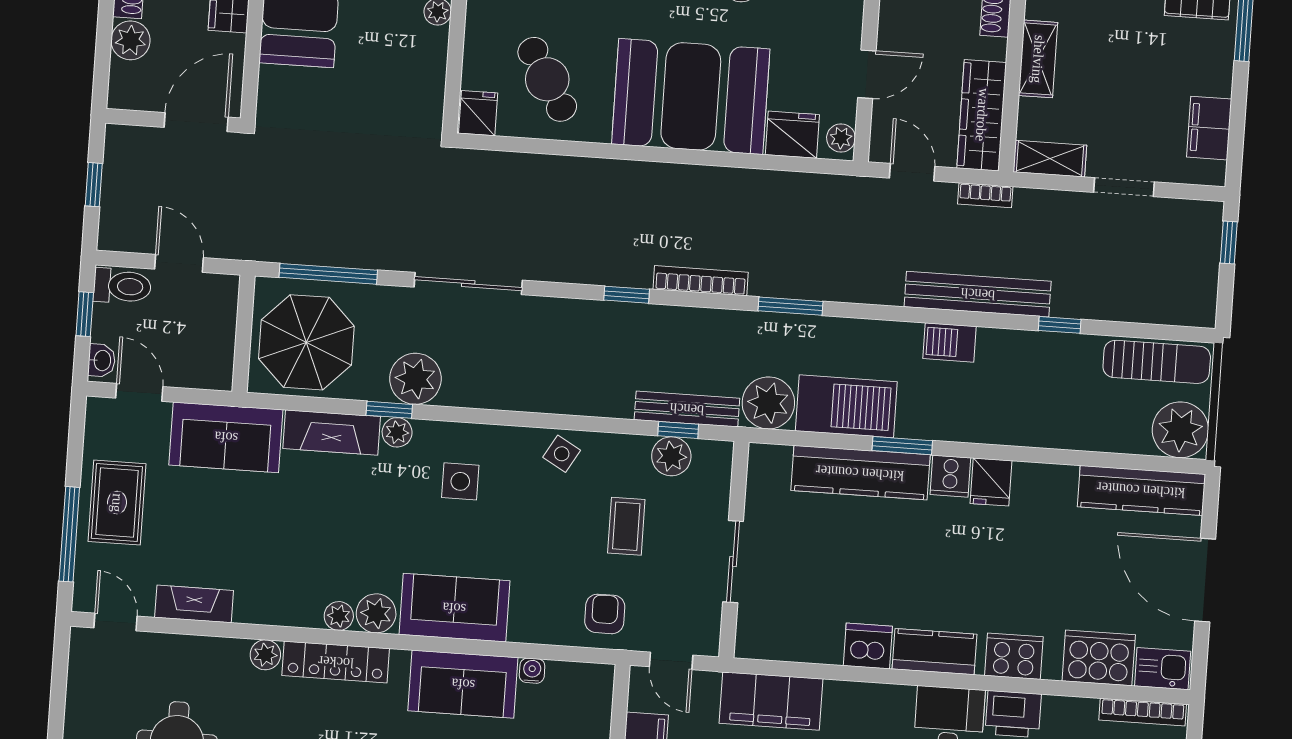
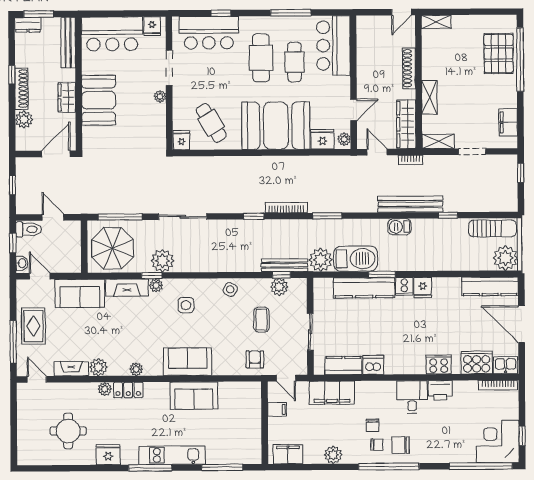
plant: (376, 613) -> (98, 367), moved
kitchen counter: (935, 652) -> (343, 365), moved
locker: (336, 662) -> (128, 390), width x0.66
water cooler: (532, 671) -> (224, 387), removed

